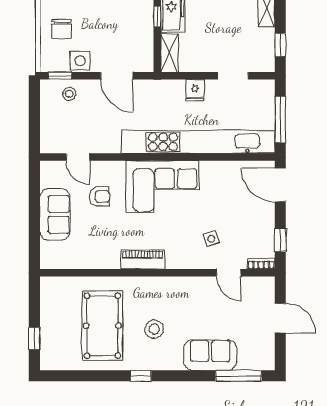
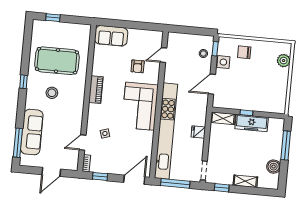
doorway: (233, 76) -> (204, 170), moved
sofa: (55, 214) -> (111, 36), moved
sofa: (210, 355) -> (32, 132), width x1.36

